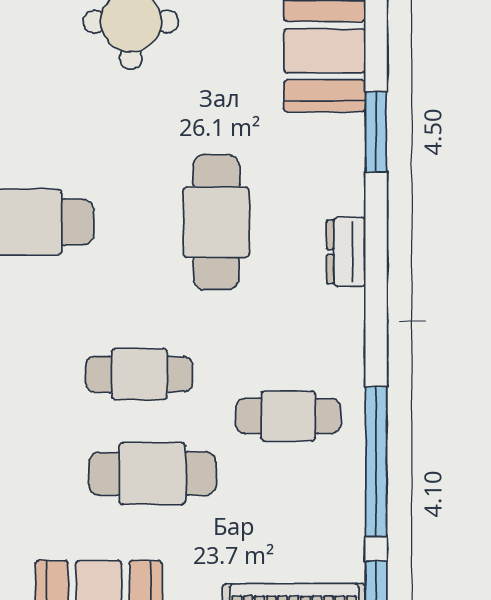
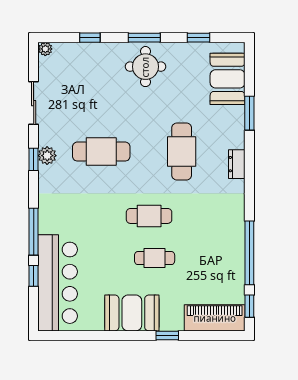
cafe table: (288, 416) -> (212, 234), removed
cafe table: (152, 474) -> (155, 258), width x0.73, depth x0.74

